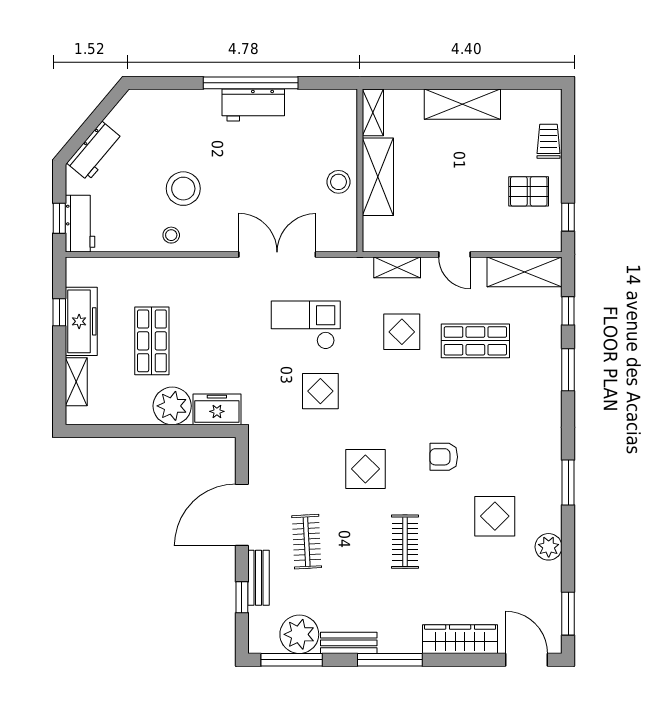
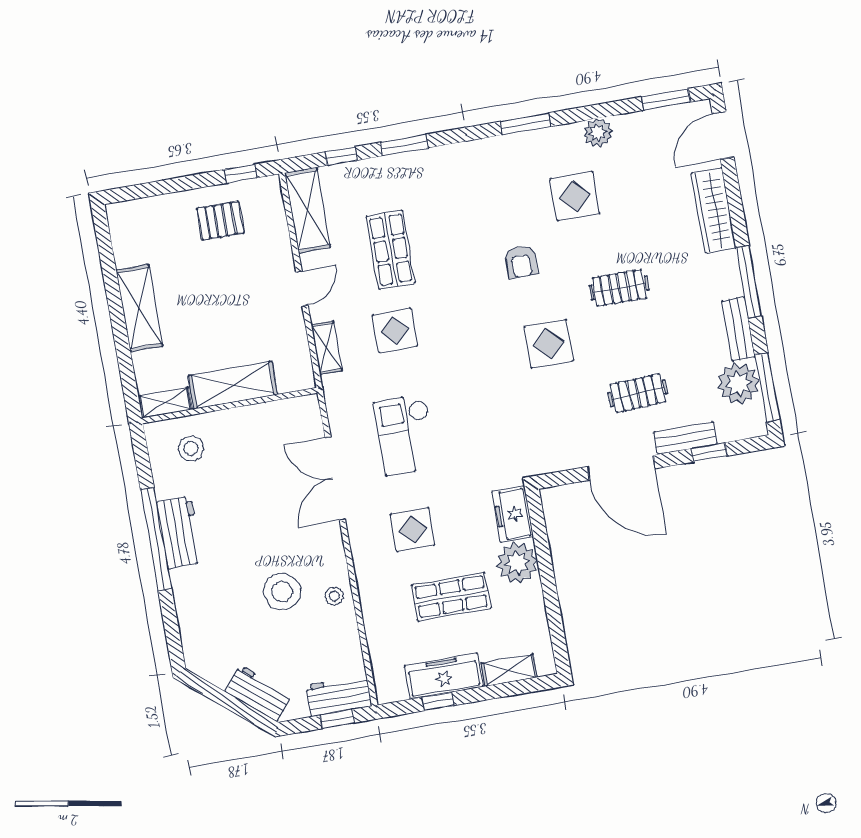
trolley: (549, 141) -> (163, 209), removed
stool: (339, 182) -> (191, 448), moved
pallet: (529, 191) -> (220, 221), turned 90
display table: (320, 391) -> (413, 529), moved

